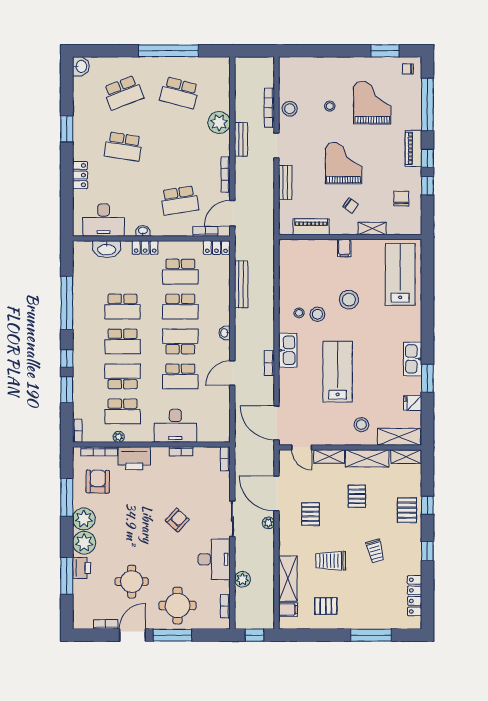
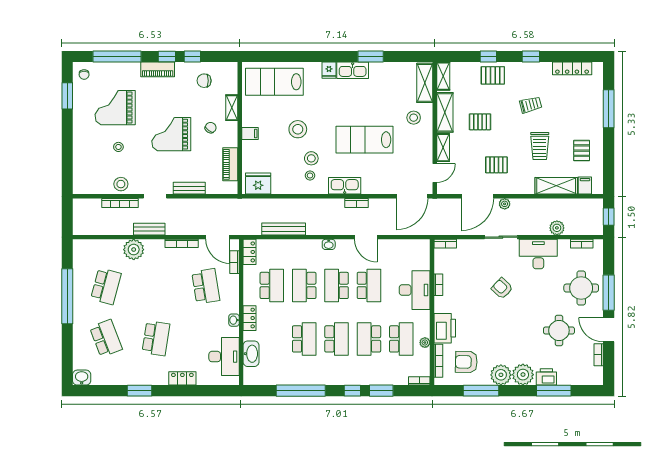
fridge: (290, 257) -> (258, 184), added
school desk: (180, 307) -> (304, 285), turned 180
fridge: (413, 403) -> (329, 70), moved

